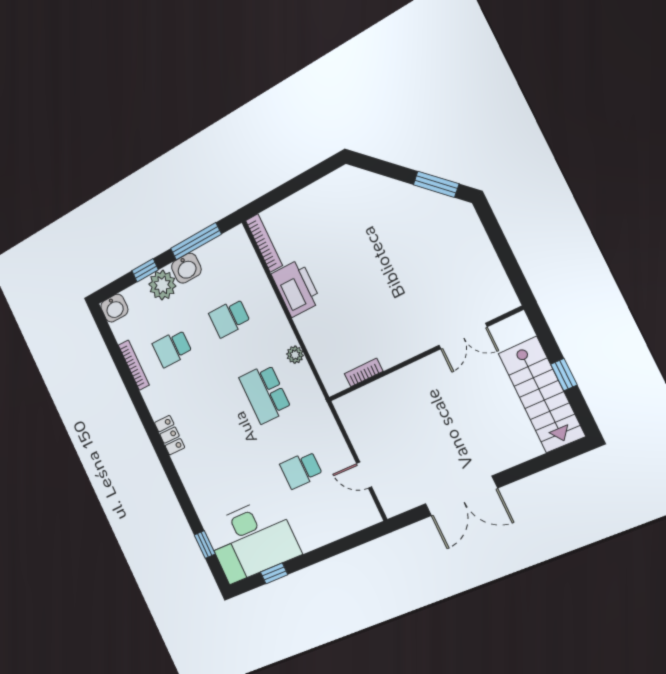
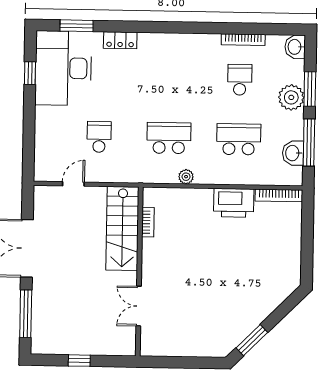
washbasin: (186, 268) -> (293, 153), moved
window: (145, 270) -> (310, 89), width x1.50
school desk: (230, 318) -> (239, 139), width x1.85
stairs: (542, 395) -> (122, 228), moved, turned -90
locker: (170, 435) -> (120, 40), moved
window: (539, 464) -> (26, 314), added
window: (205, 544) -> (77, 26), width x1.50

